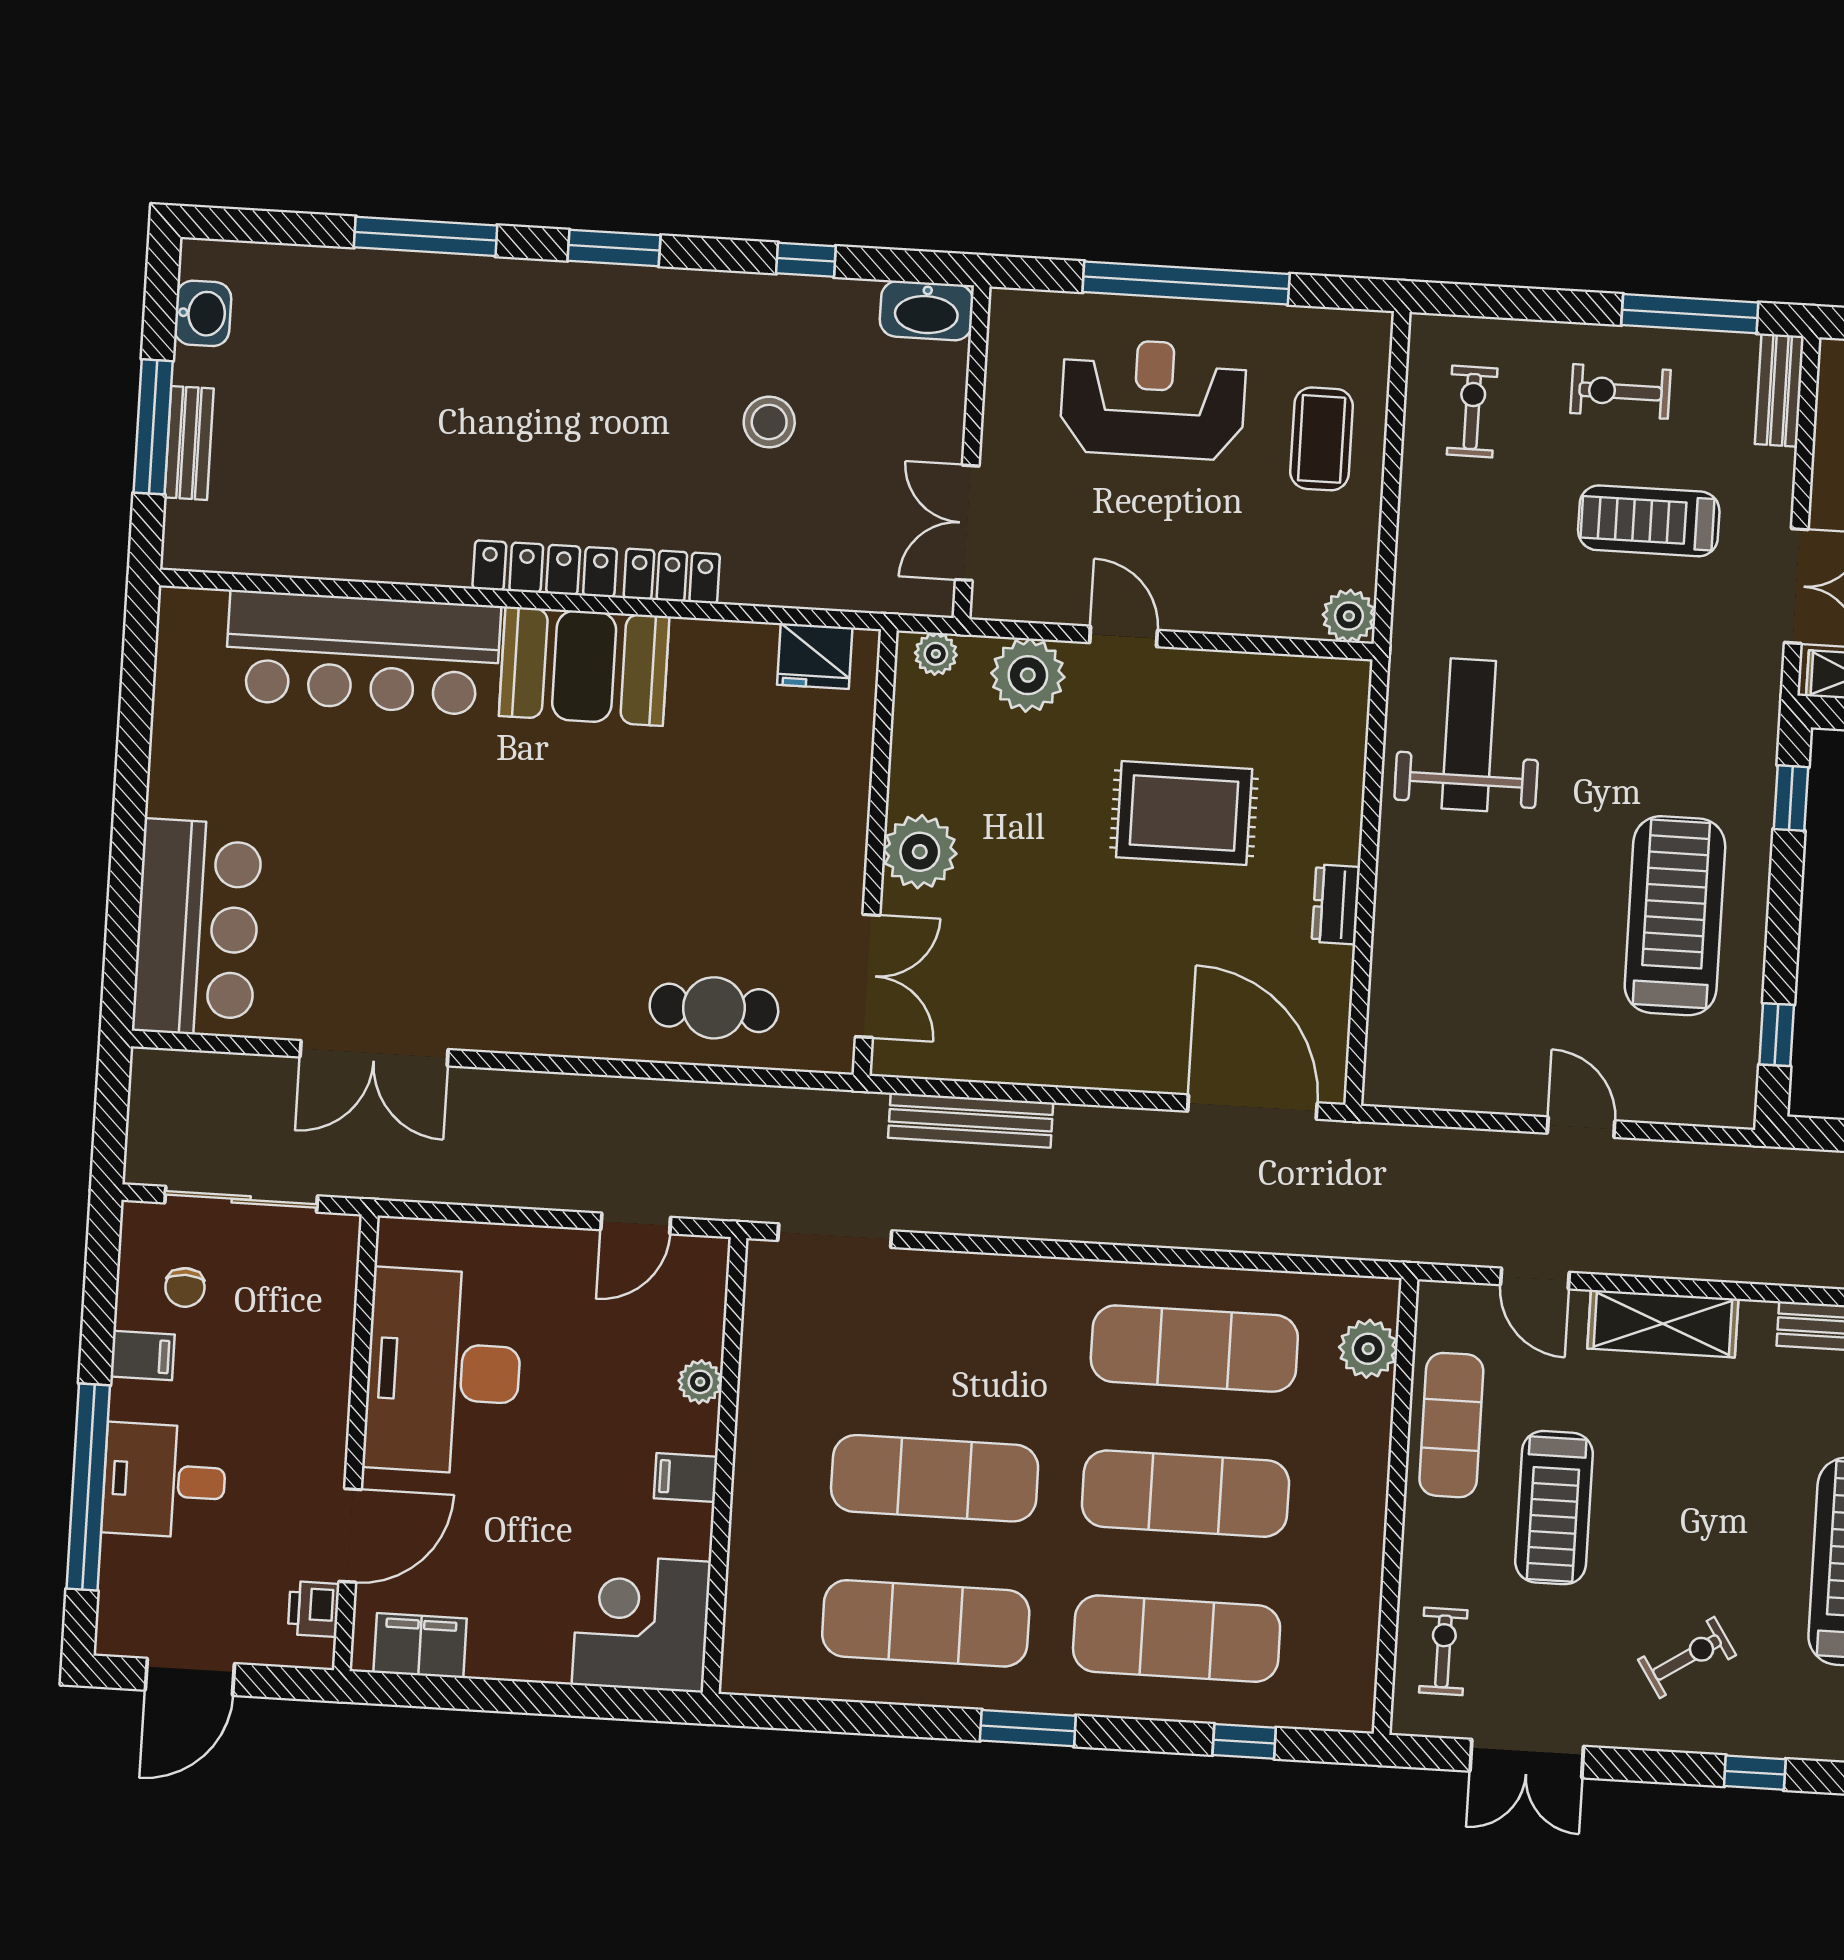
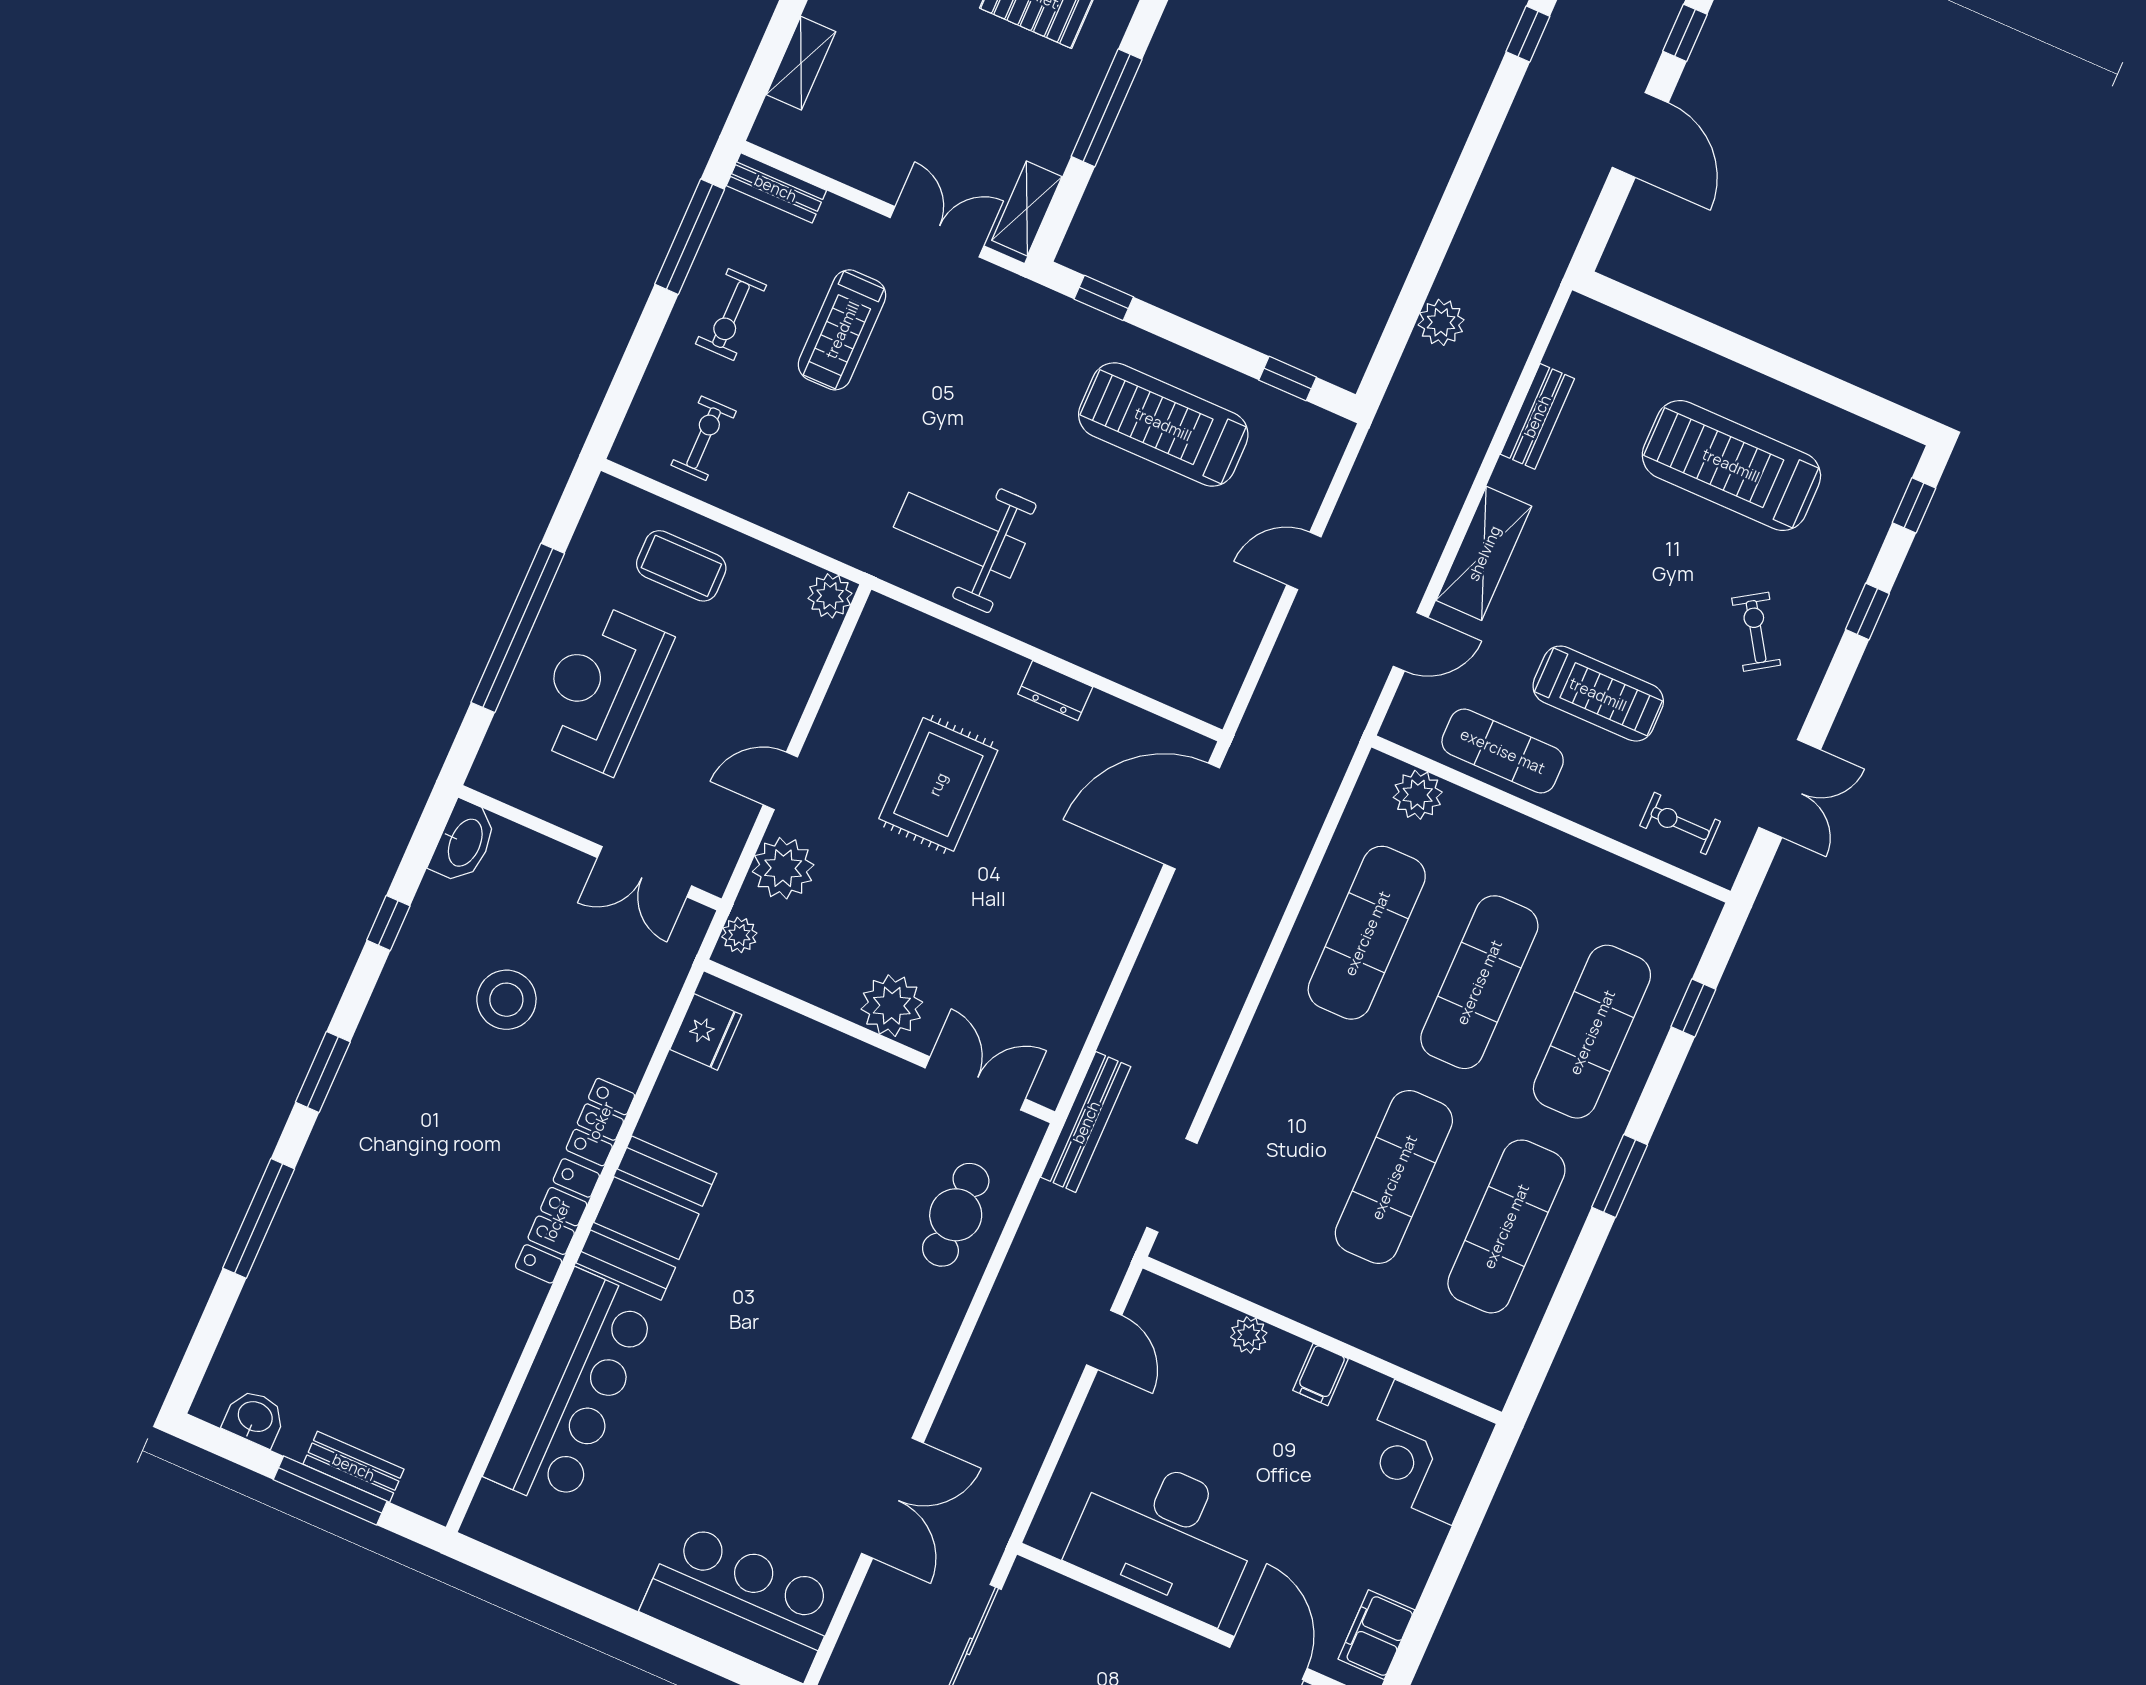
exercise bike: (1472, 412) -> (704, 438), turned 90
stool: (769, 422) -> (506, 1000), width x1.38, depth x1.38
bench: (971, 1120) -> (1086, 1122), moved

